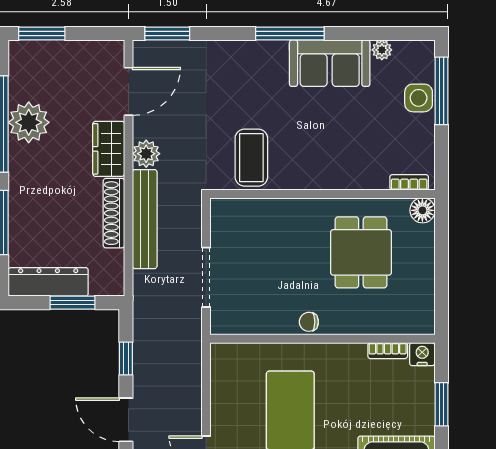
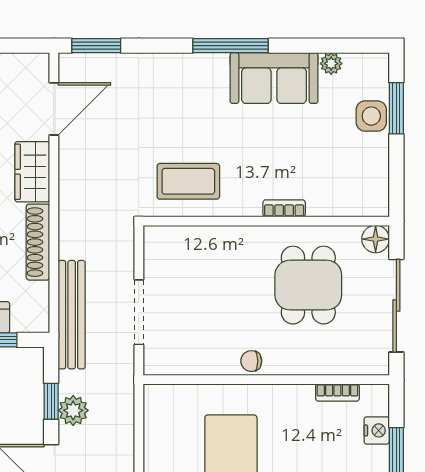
window: (441, 91) -> (396, 108), width x0.69
plant: (146, 154) -> (73, 410), moved
coffee table: (251, 158) -> (188, 181), turned 90
bookcase: (409, 182) -> (284, 208), moved
bench: (145, 219) -> (72, 315), moved
sliding door: (441, 271) -> (396, 306), added
nightstand: (422, 354) -> (377, 430), moved, turned 90

